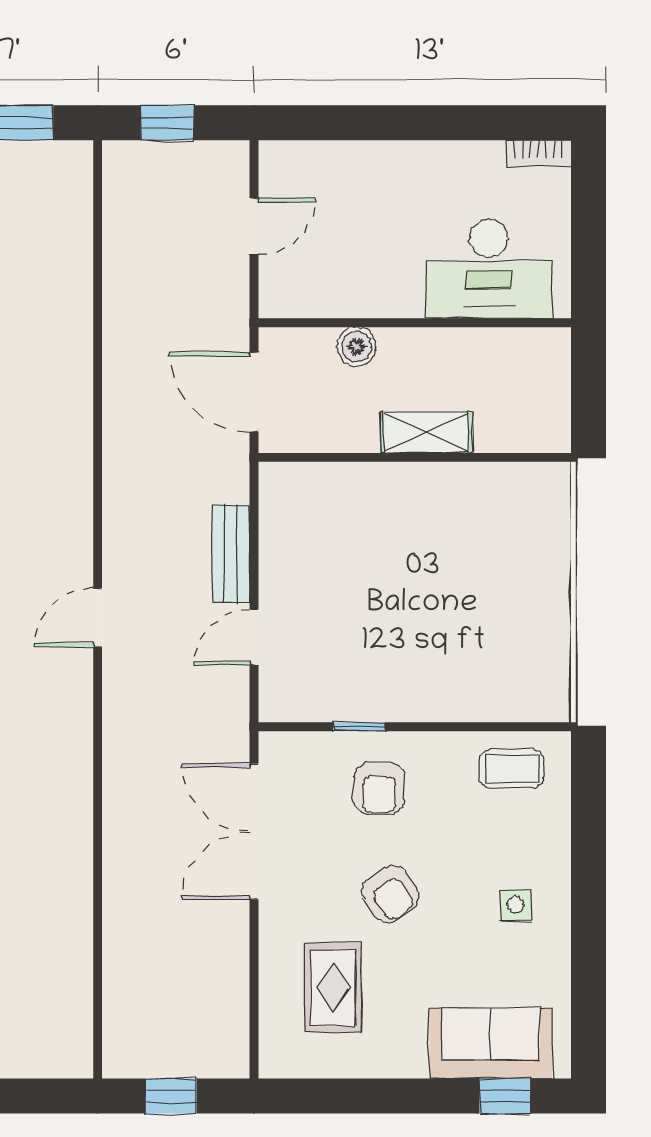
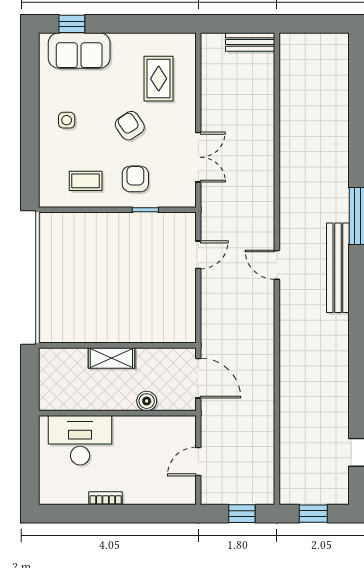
bookcase: (538, 153) -> (106, 498), moved
bench: (231, 554) -> (250, 42), moved, turned 90
door: (98, 617) -> (277, 265), swing flipped
coffee table: (512, 769) -> (86, 181), moved
double door: (254, 831) -> (198, 157), width x0.73
window: (171, 1096) -> (240, 24), removed

